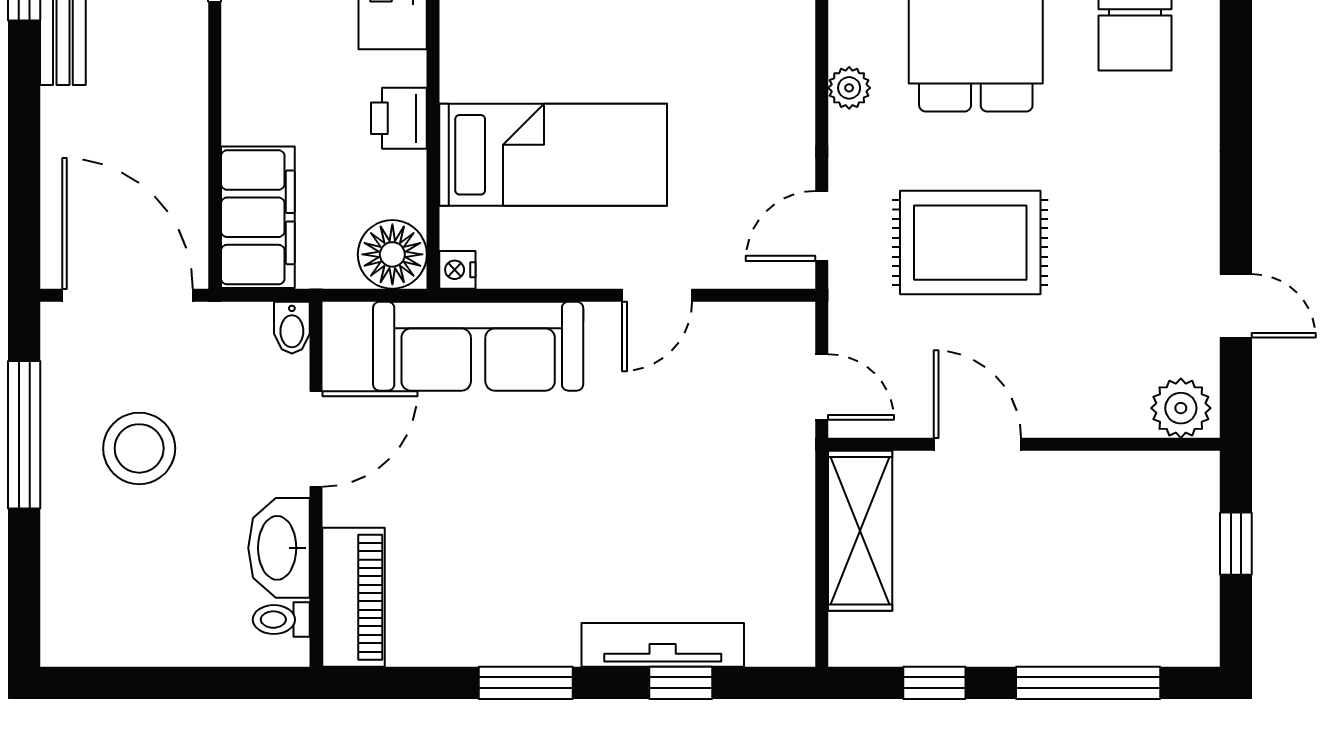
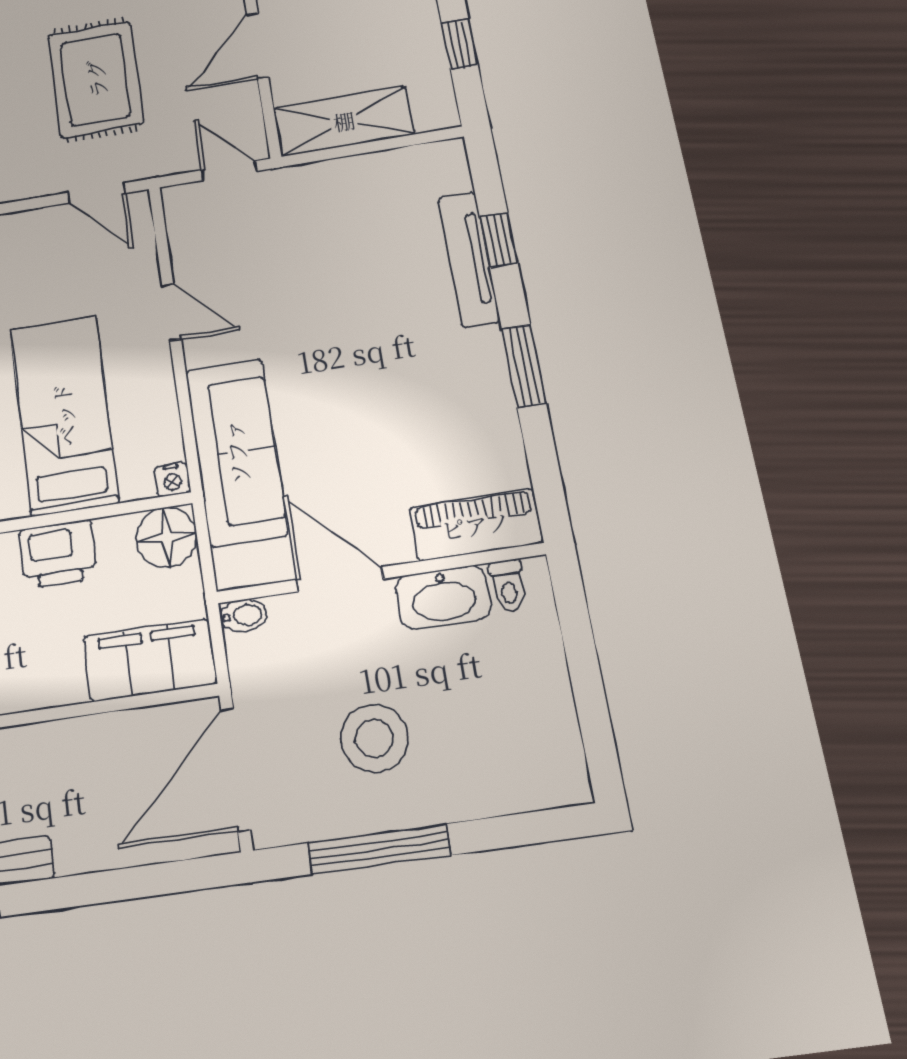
printer: (399, 118) -> (58, 554), width x1.36, depth x1.24
door: (822, 387) -> (229, 171), hinge flipped

